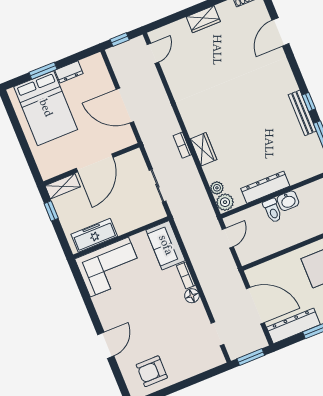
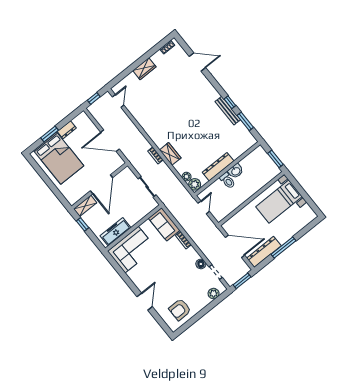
door: (280, 32) -> (197, 62), swing flipped
floor lamp: (192, 296) -> (201, 264), moved
plant: (206, 363) -> (214, 294), added

